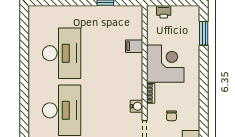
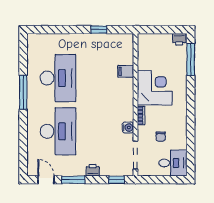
printer: (164, 12) -> (179, 39), moved
window: (204, 33) -> (191, 59), width x1.44
window: (24, 68) -> (23, 92), added

